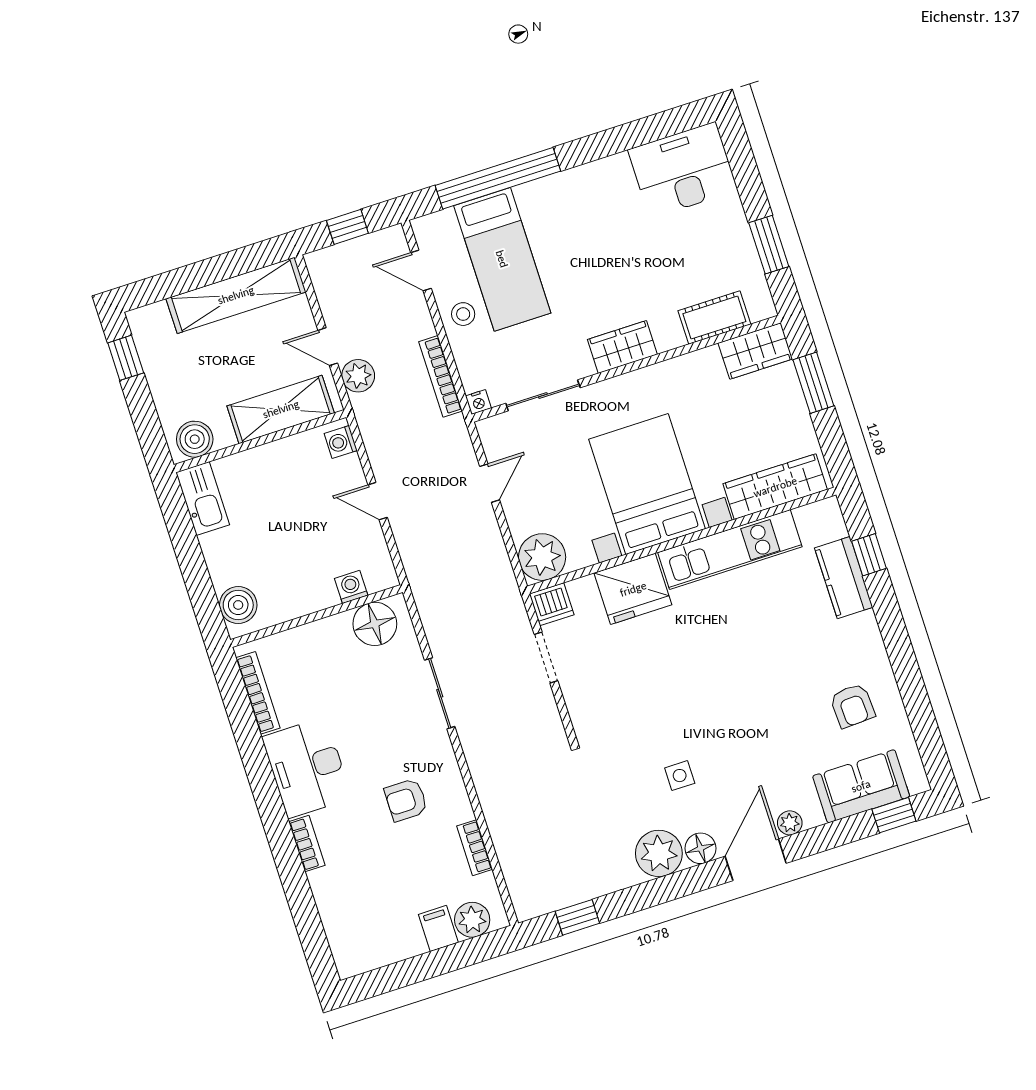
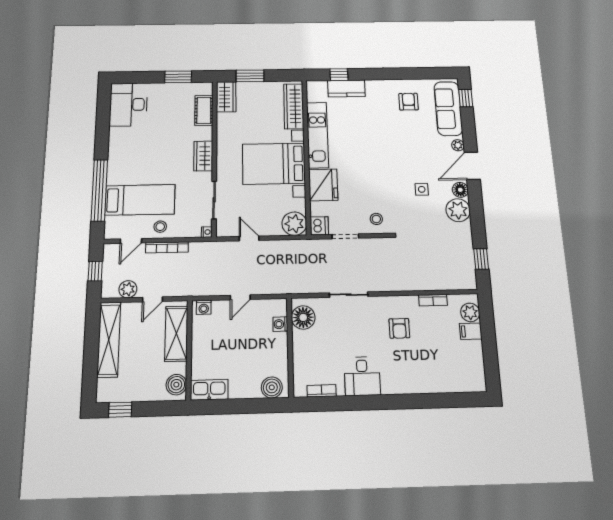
plant: (358, 376) -> (128, 289), moved
bookcase: (441, 376) -> (167, 247), moved
bookcase: (258, 693) -> (322, 391), width x0.64
stool: (596, 706) -> (376, 219), added
armchair: (852, 706) -> (409, 102), turned -87
desk: (307, 768) -> (362, 376), width x0.73
sofa: (861, 786) -> (448, 109), width x1.36
bookcase: (307, 843) -> (409, 388), removed
door: (756, 860) -> (472, 166), hinge flipped

